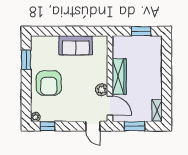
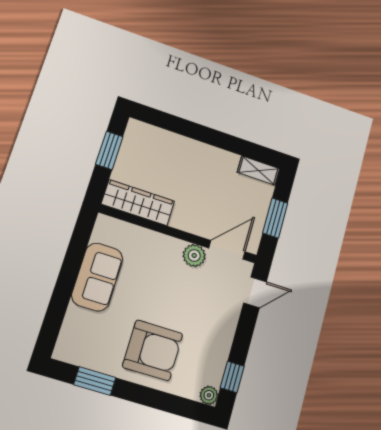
wardrobe: (119, 77) -> (138, 203), moved

